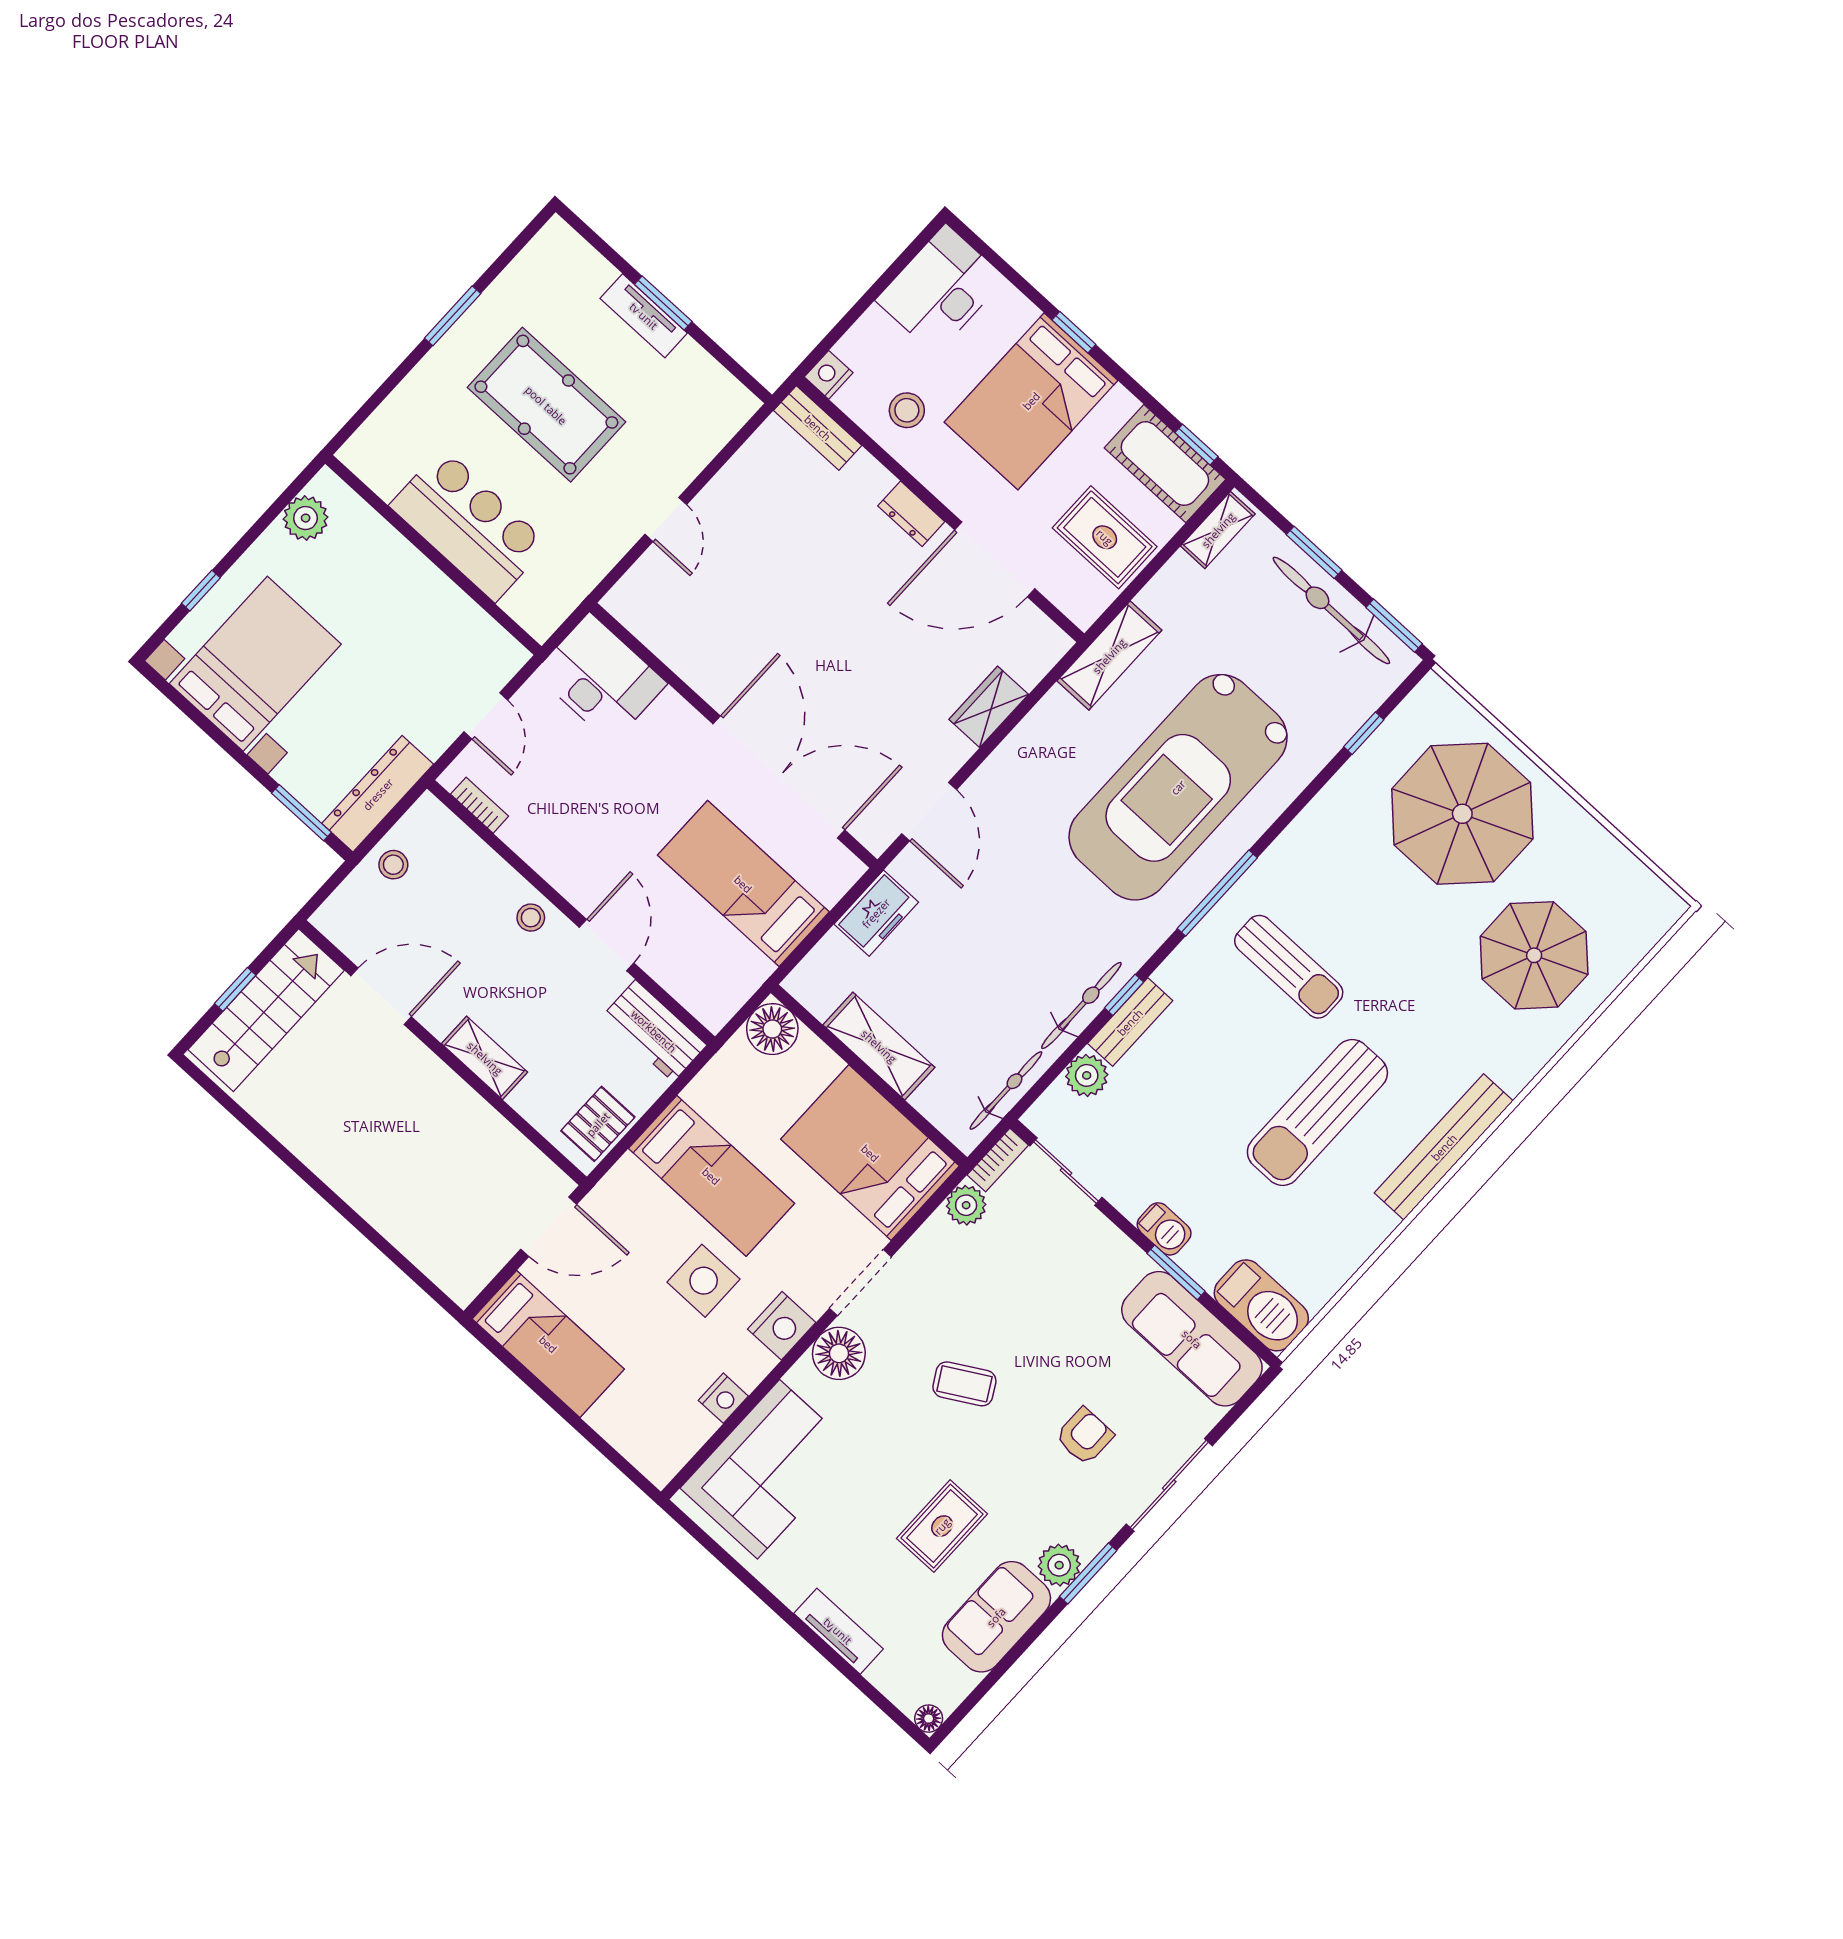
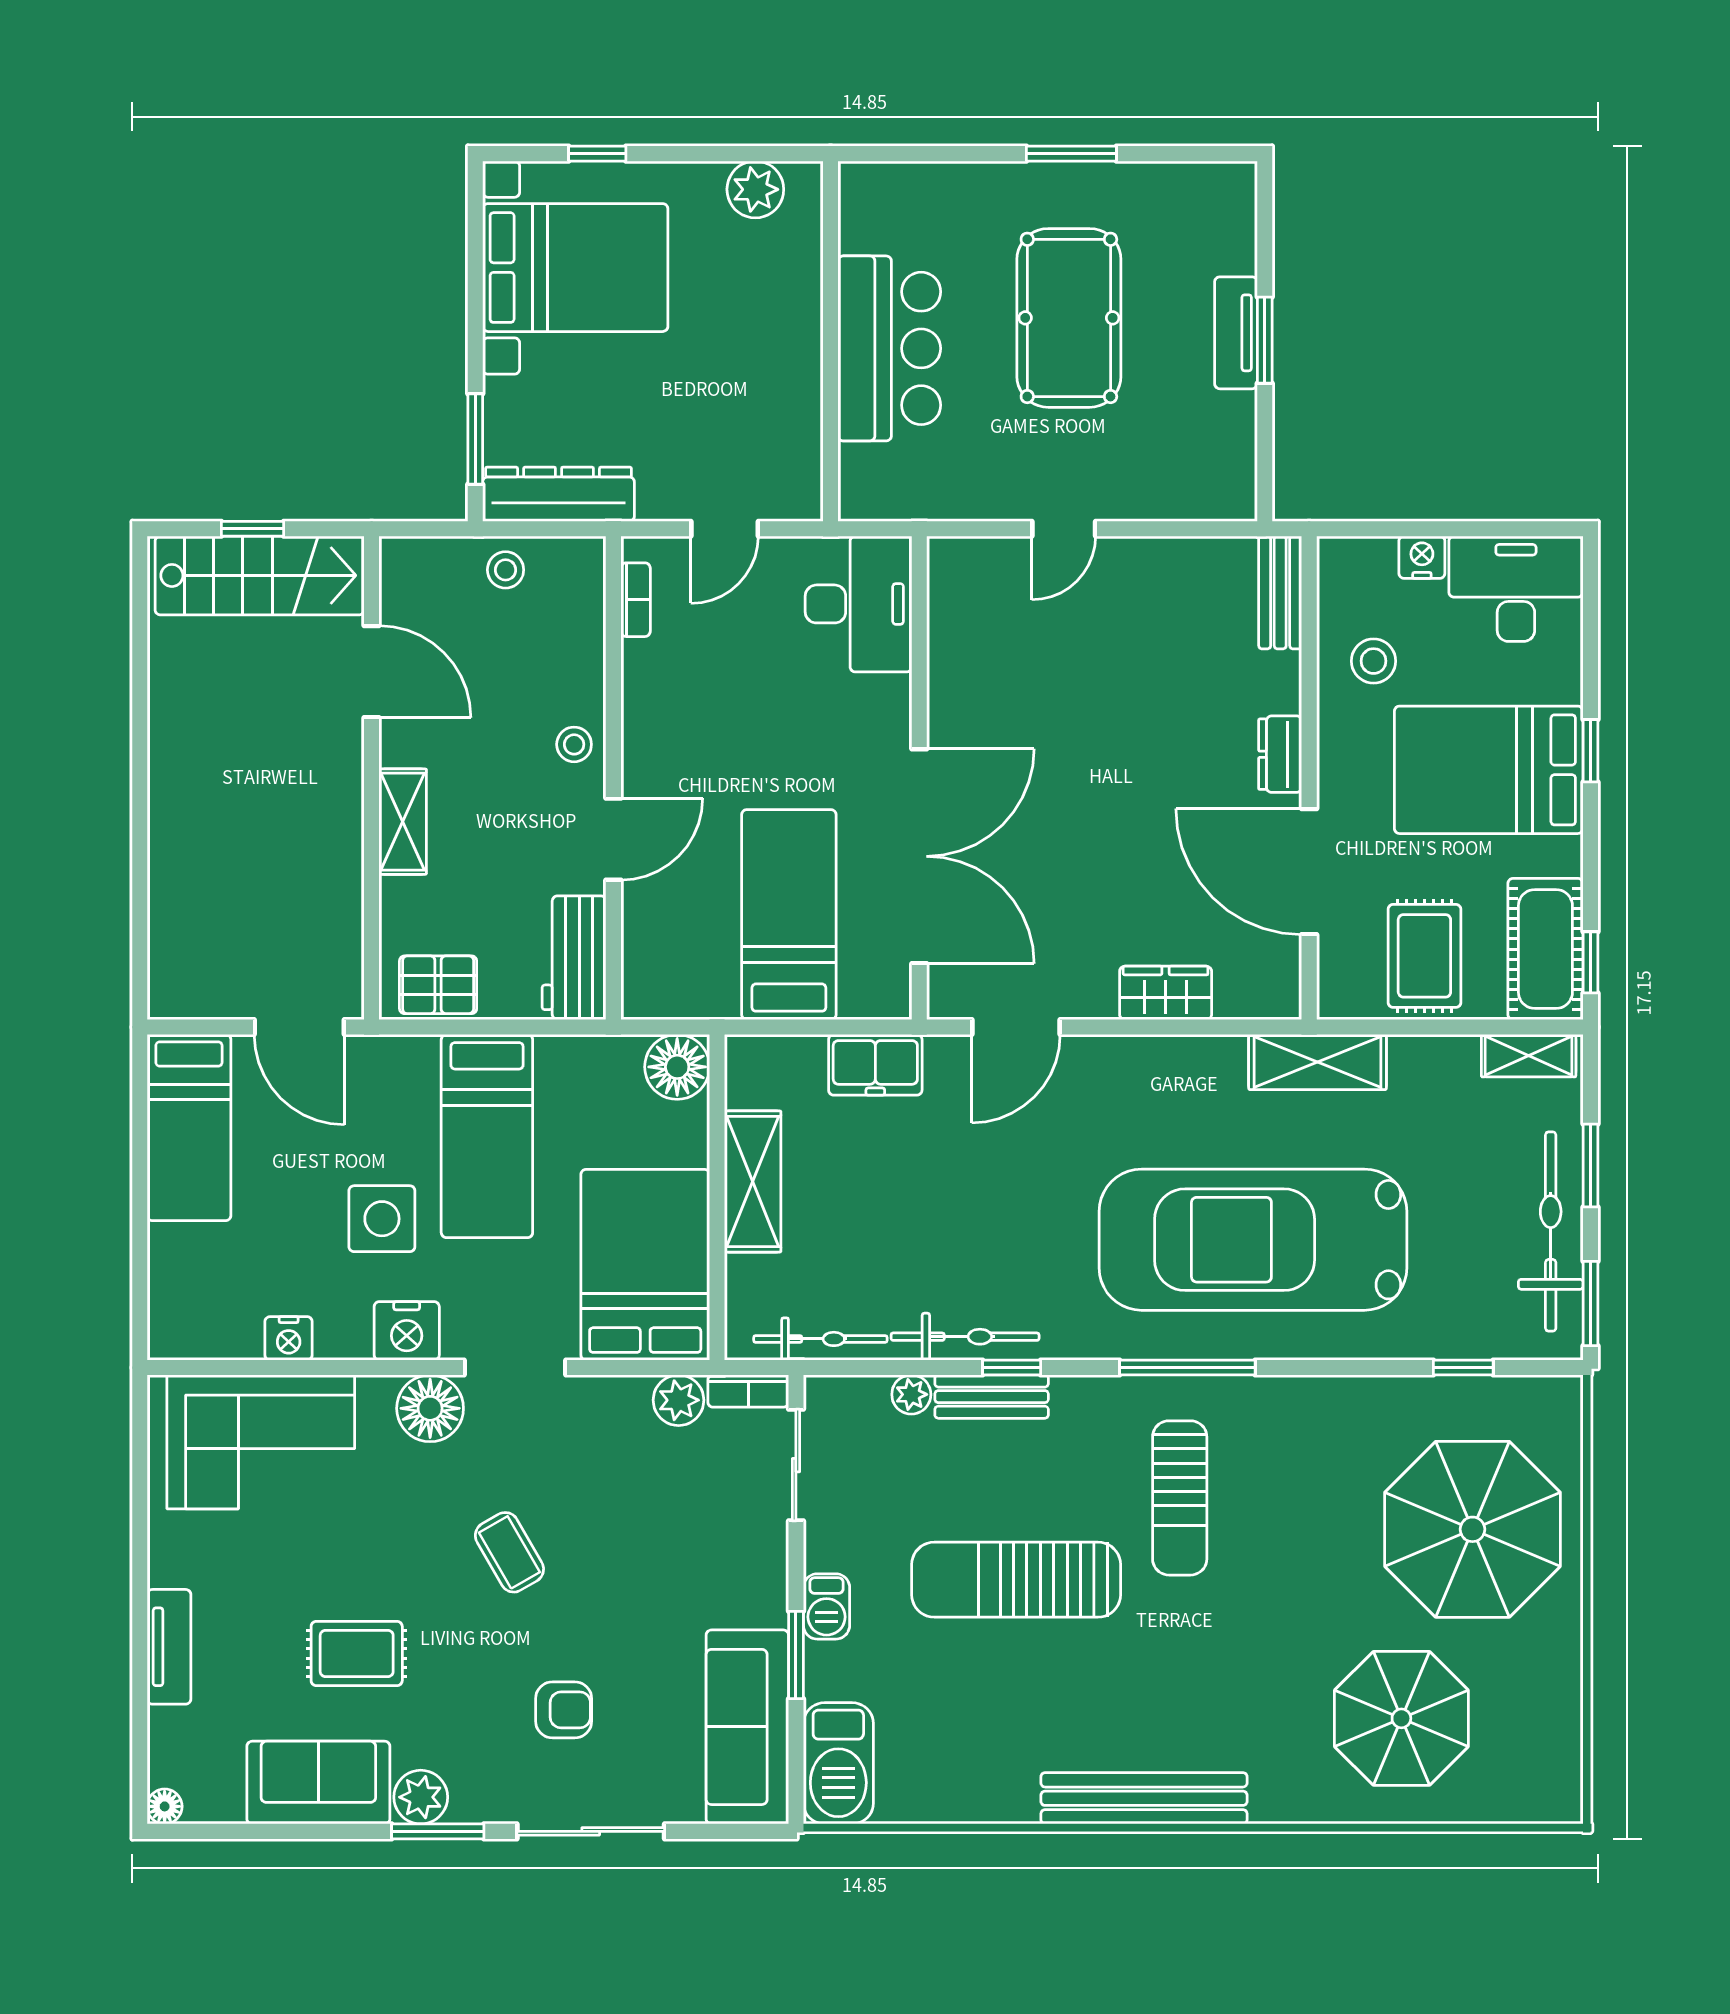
nightstand: (829, 375) -> (1422, 557), moved
plant: (1087, 1075) -> (911, 1394), width x0.73, depth x0.73
sun lounger: (1317, 1113) -> (1016, 1580), moved

